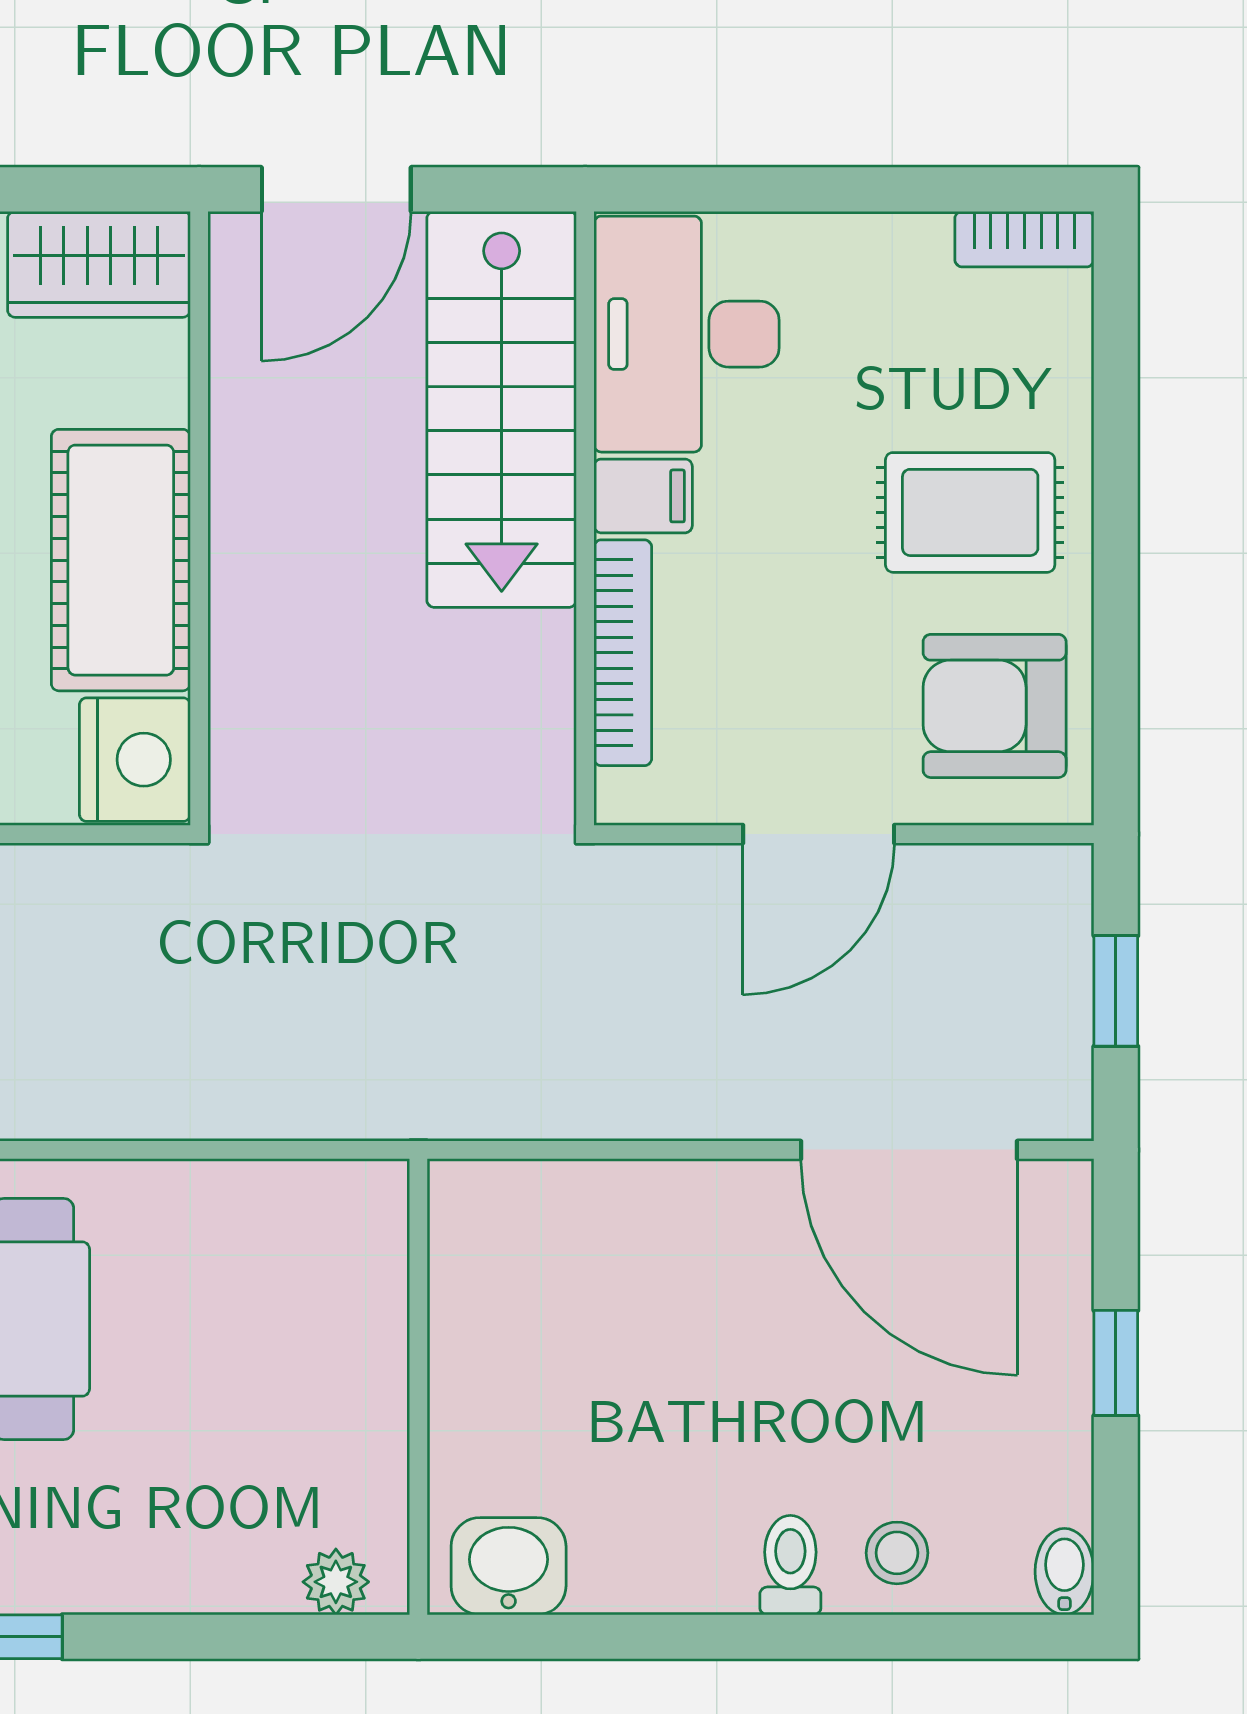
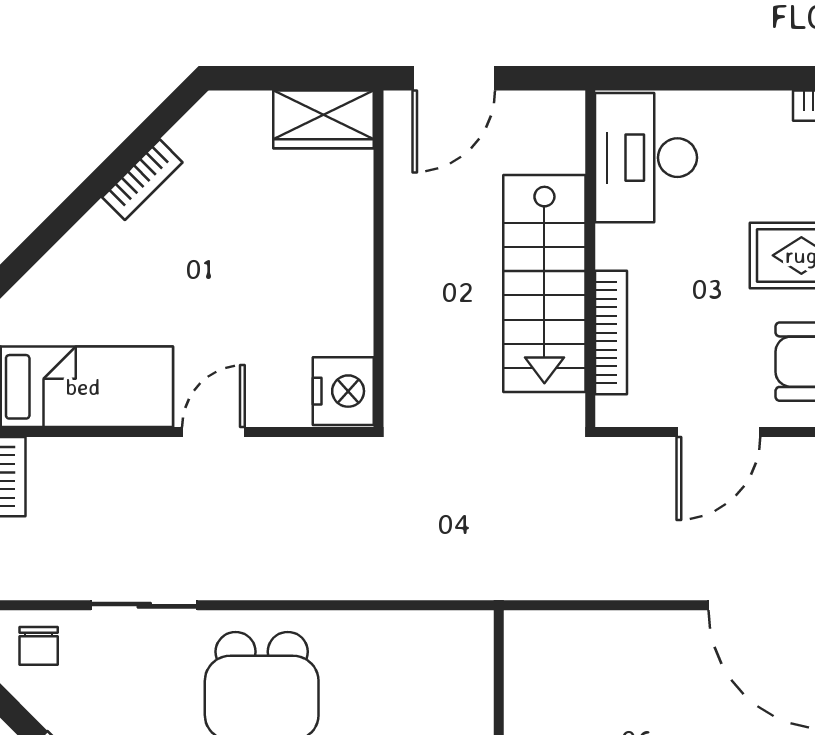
stairs: (502, 409) -> (544, 283), moved
filing cabinet: (643, 496) -> (622, 246), removed
cot: (121, 560) -> (336, 282), removed

